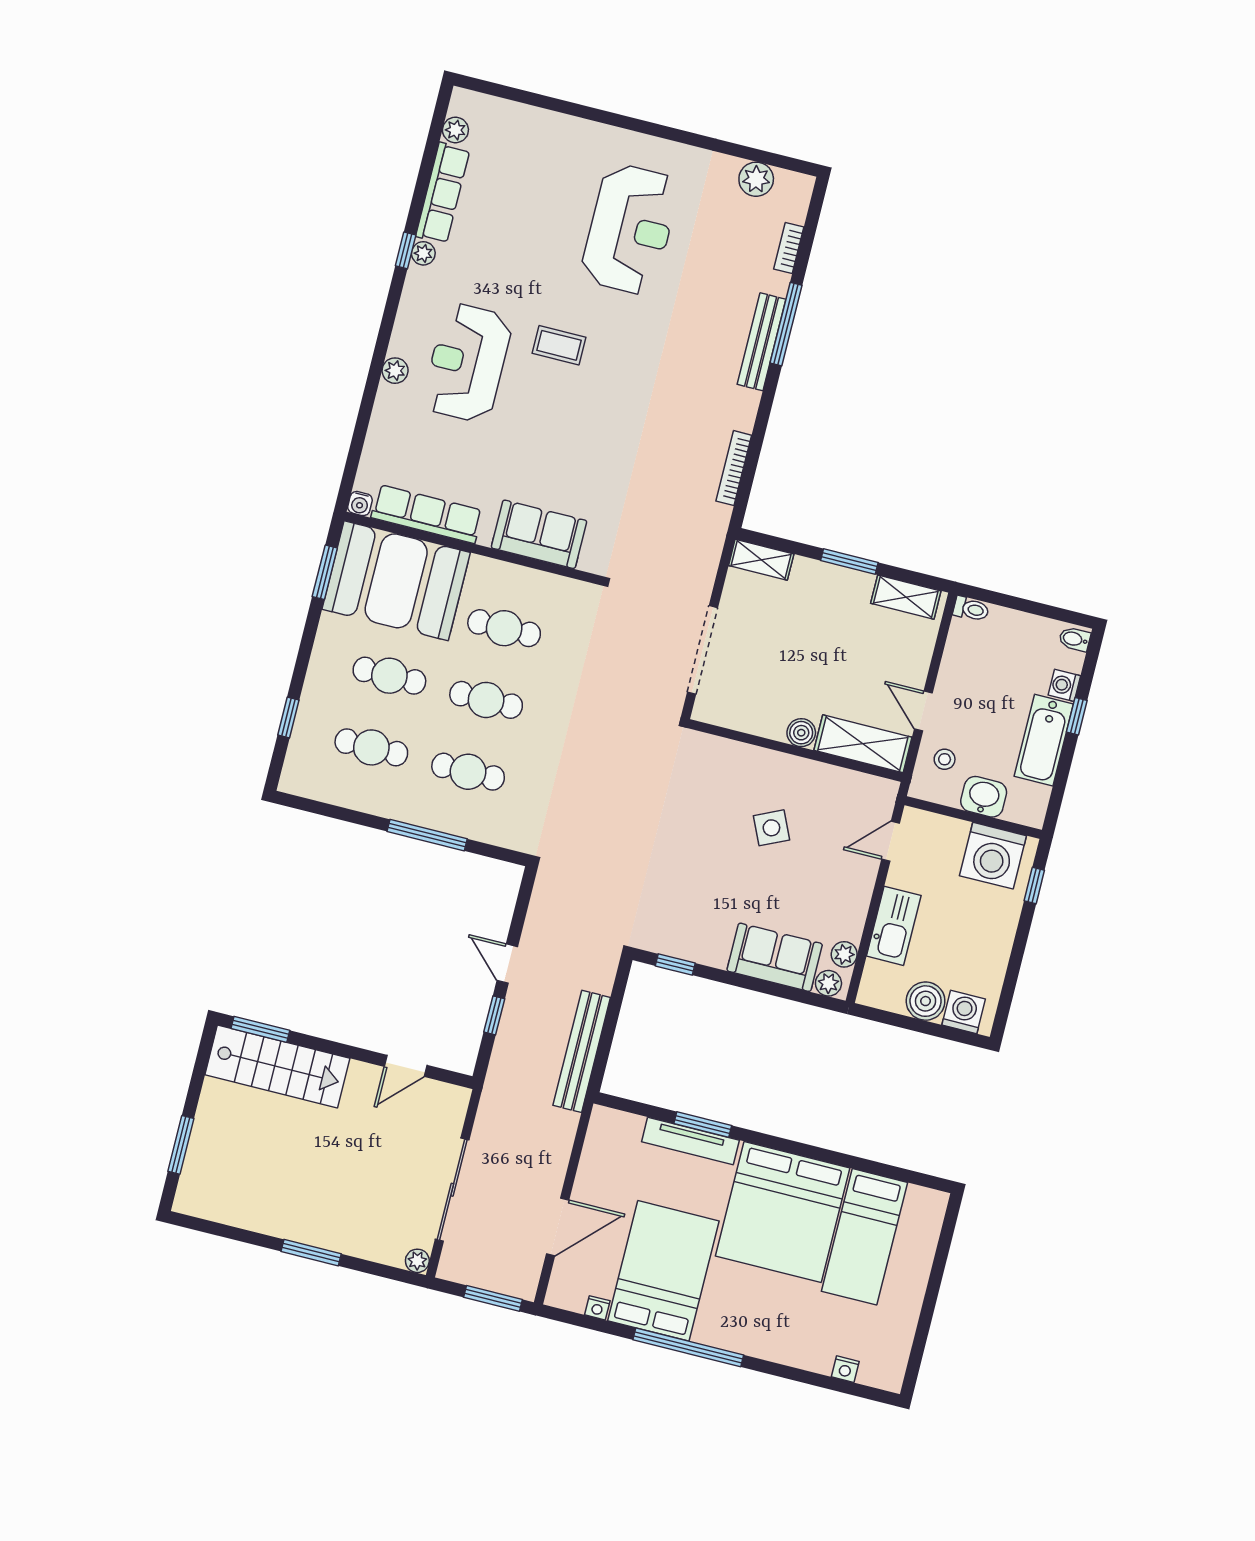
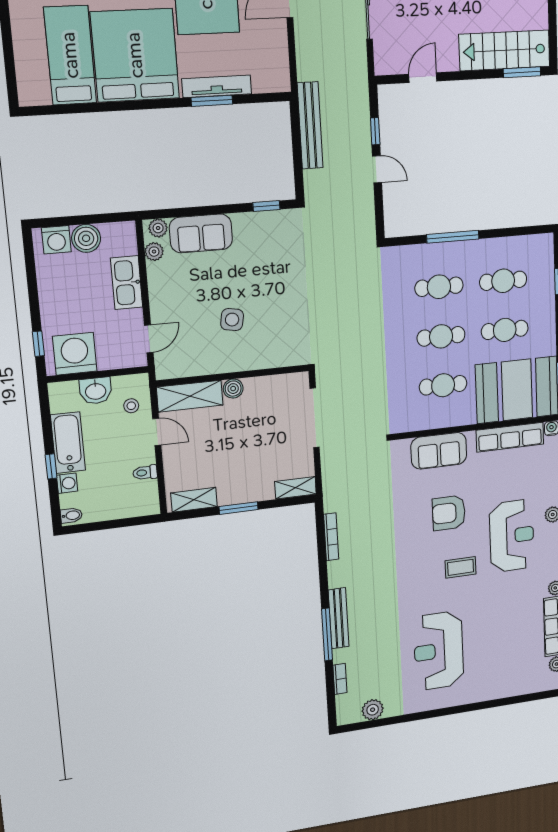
armchair: (552, 436) -> (449, 513), added
toilet: (971, 609) -> (145, 473), moved
side table: (771, 828) -> (232, 320), turned 35

